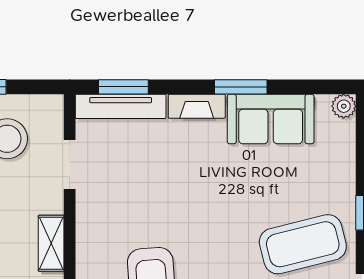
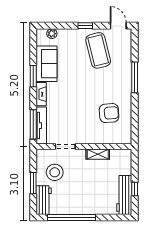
window: (123, 87) -> (33, 124), width x1.44
plant: (344, 106) -> (52, 34), moved

